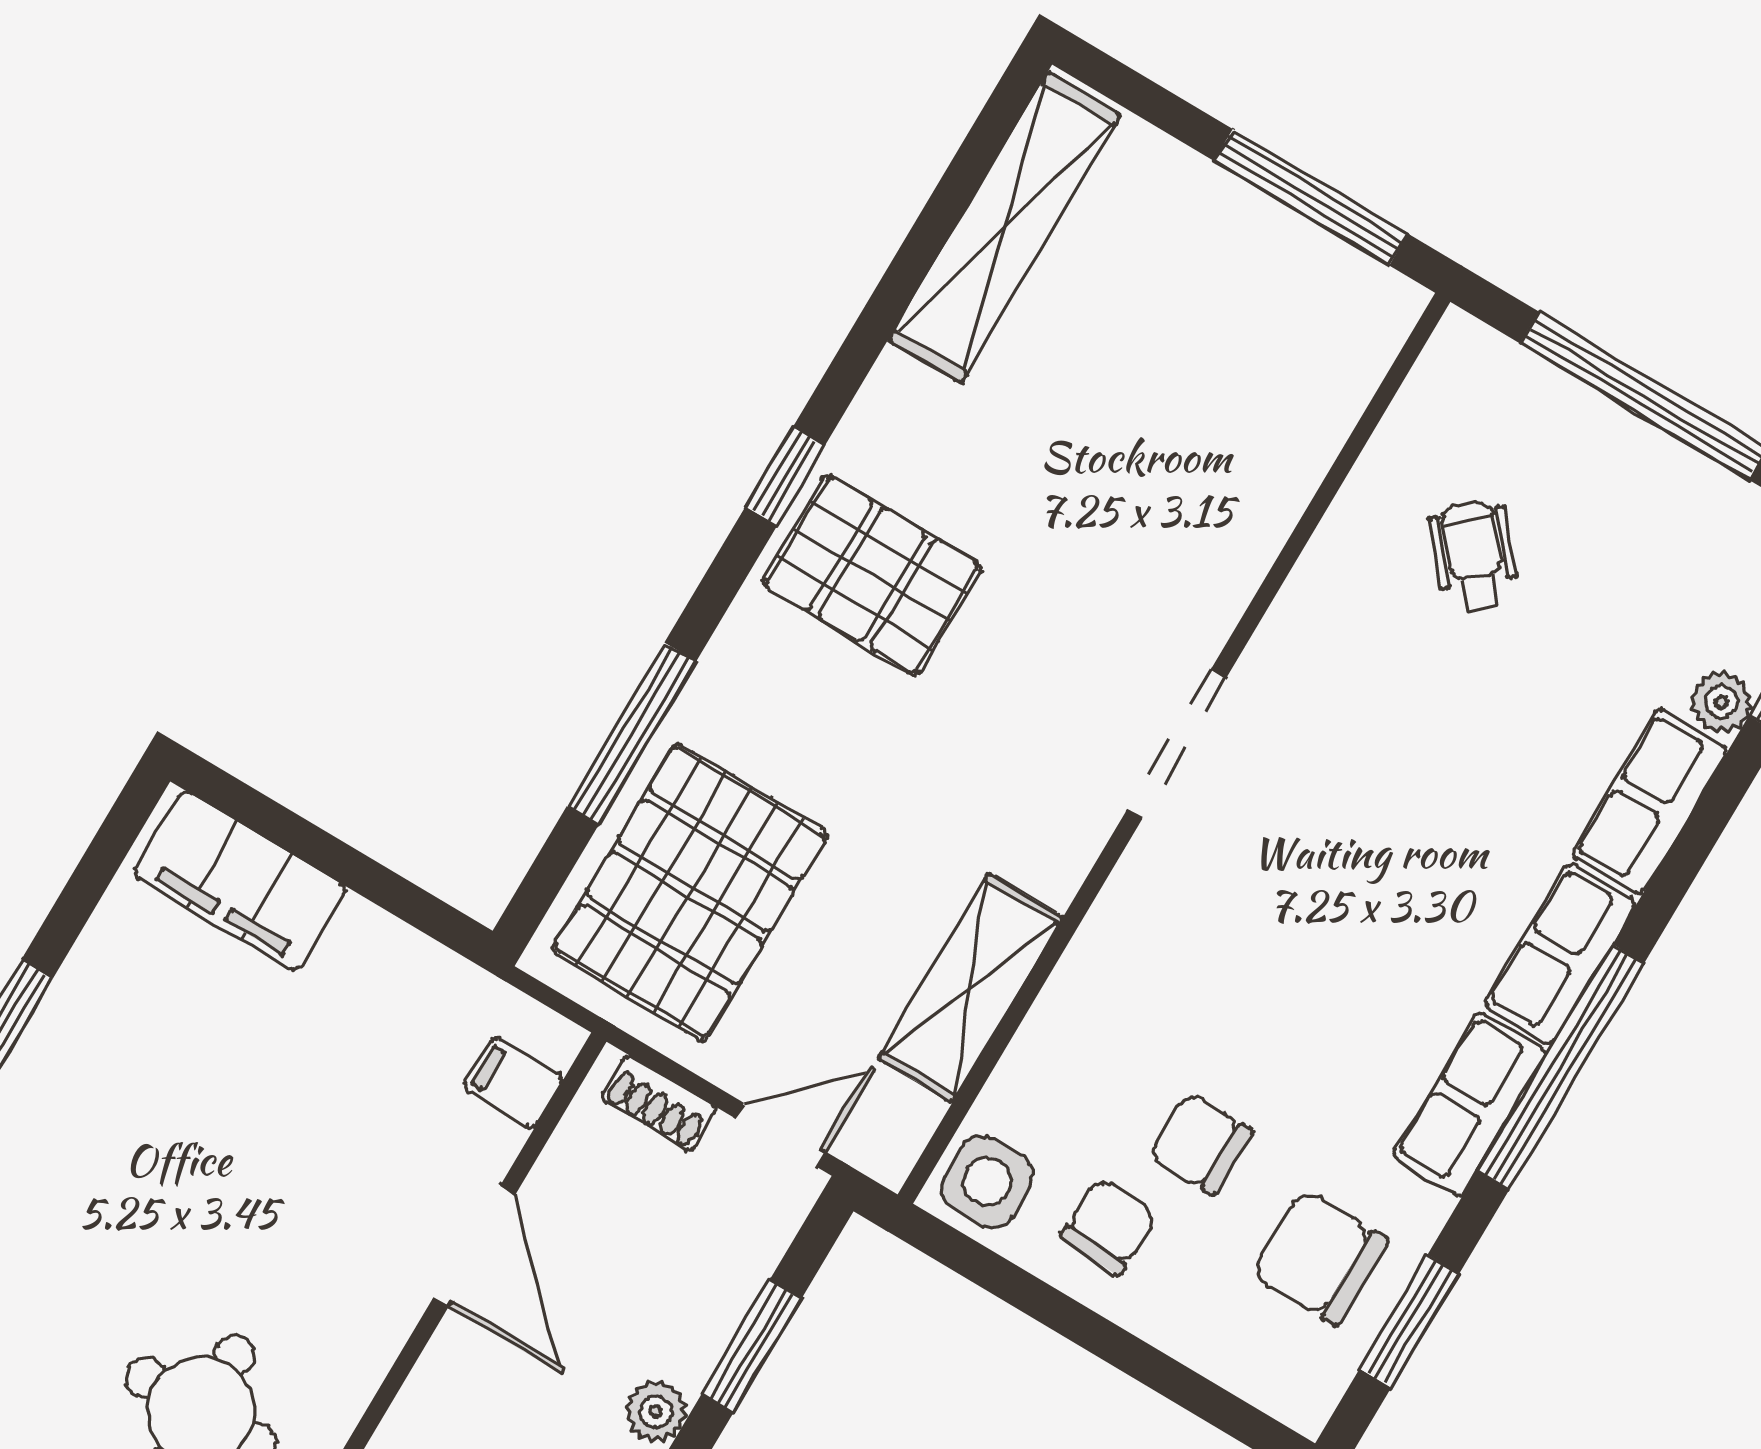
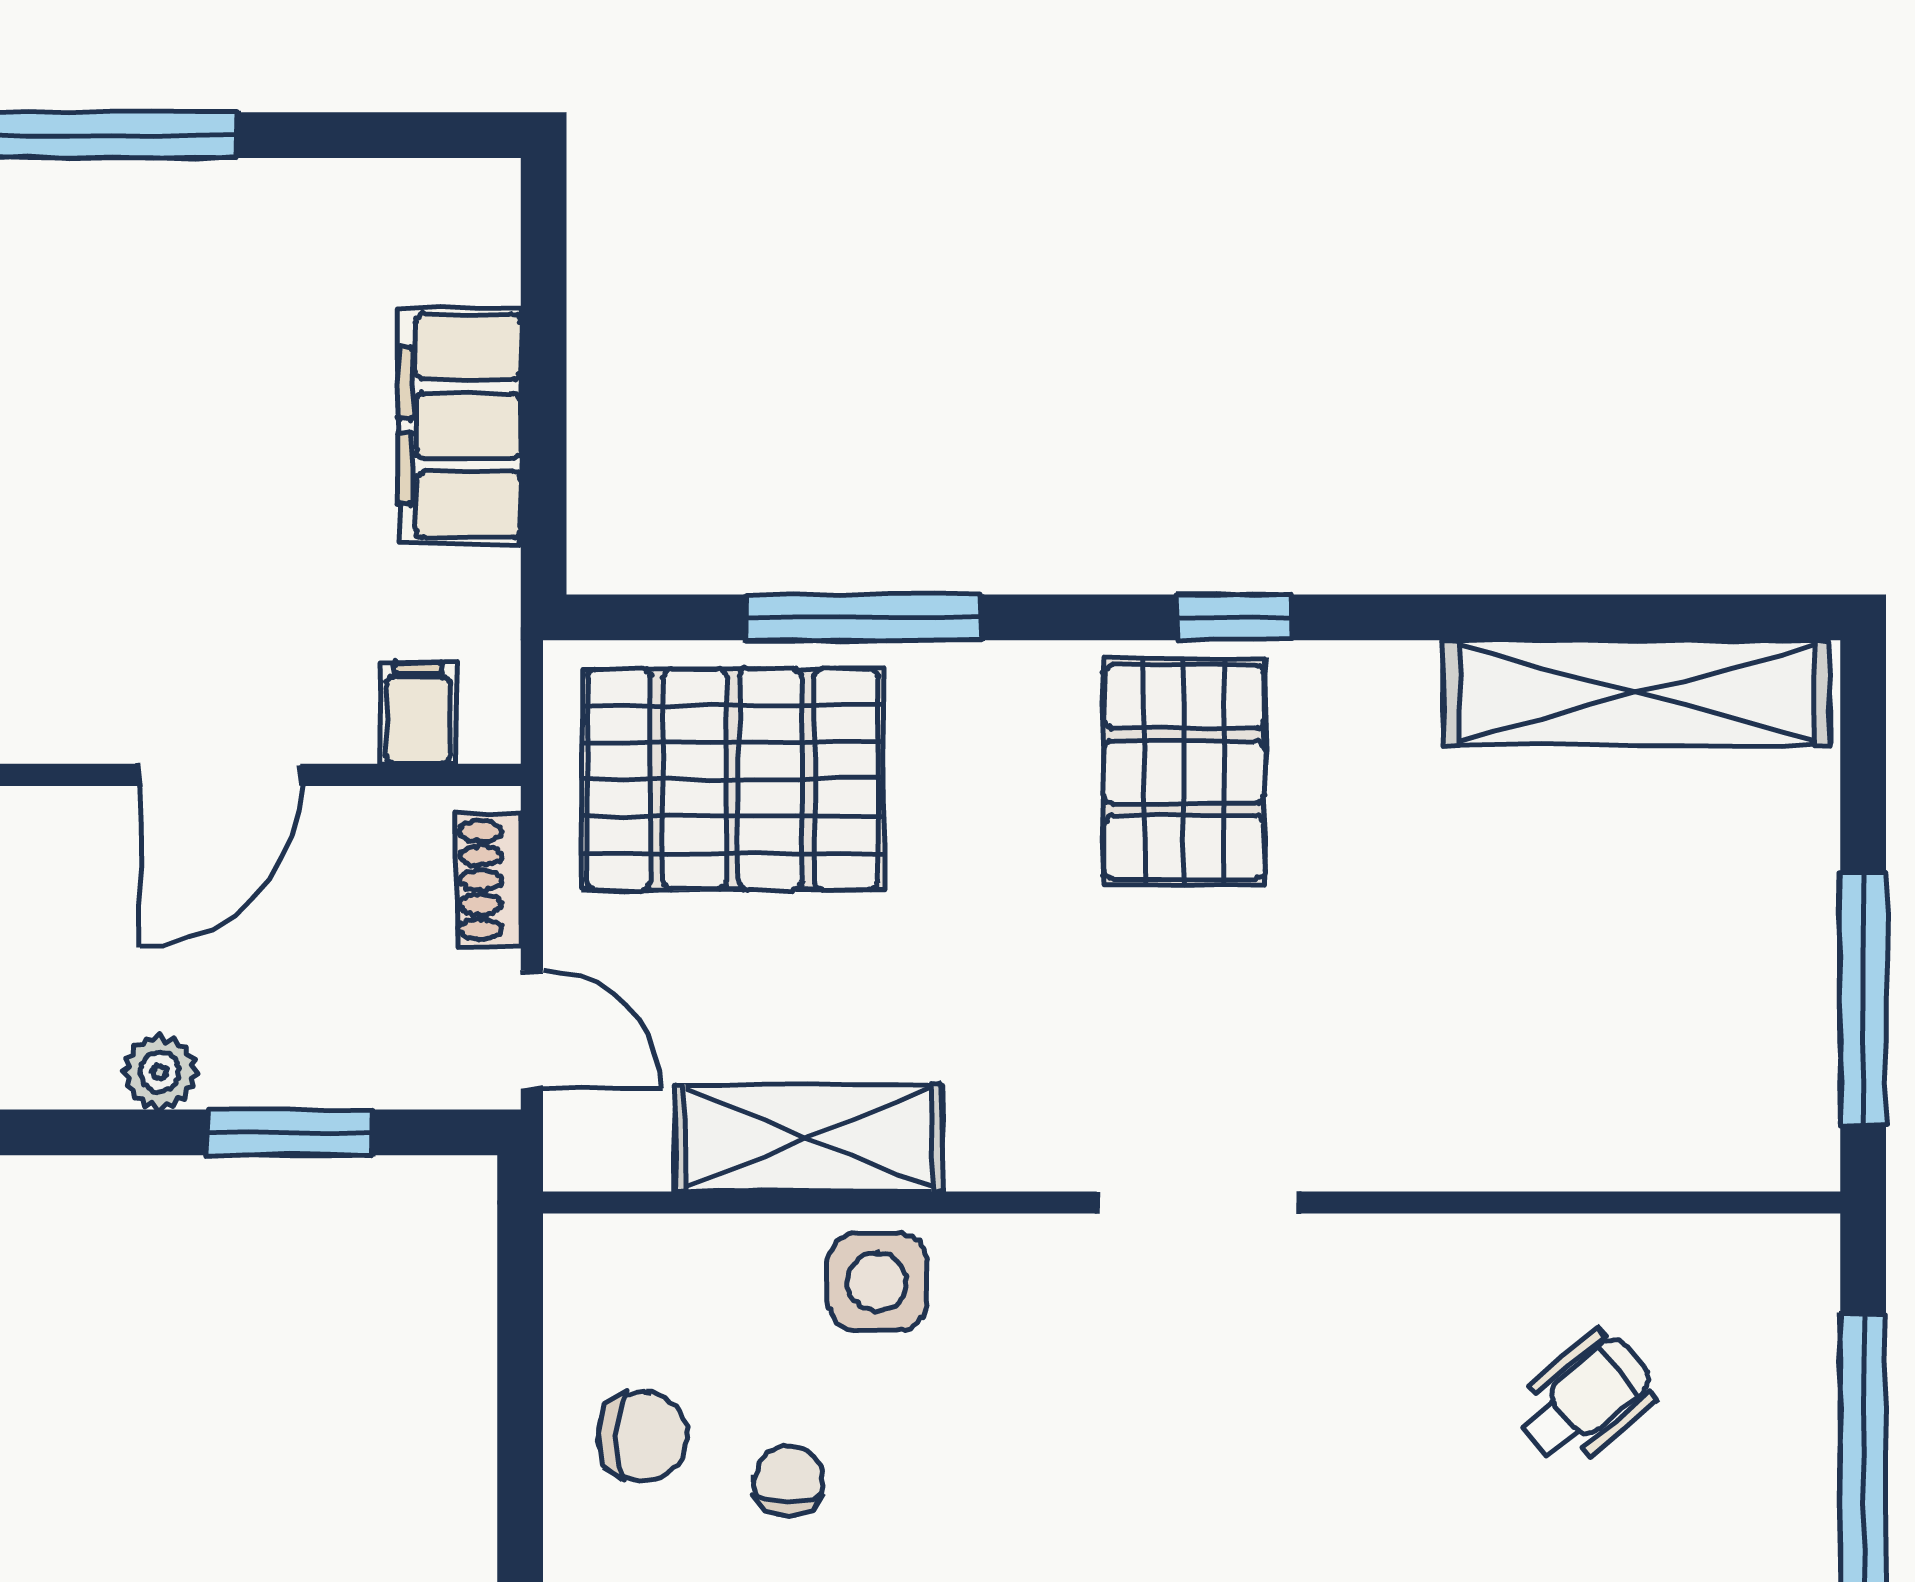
filing cabinet: (240, 881) -> (460, 426), moved
chair: (1200, 1144) -> (789, 1481), width x0.73, depth x0.73
side table: (987, 1182) -> (877, 1282), moved

